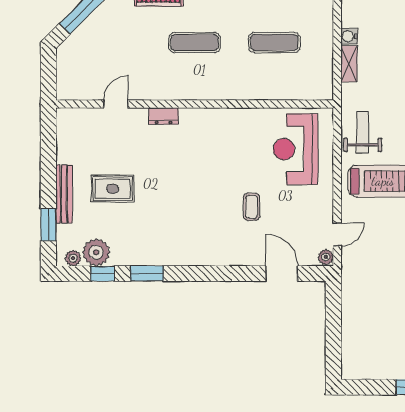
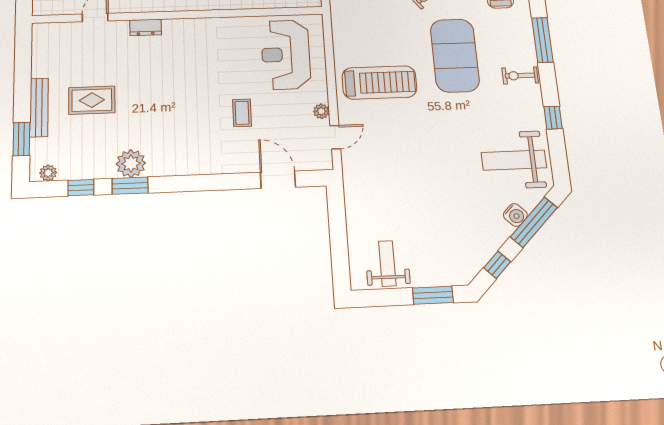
weight bench: (363, 132) -> (387, 263), moved
plant: (96, 252) -> (131, 164), moved
plant: (326, 257) -> (321, 111), moved

